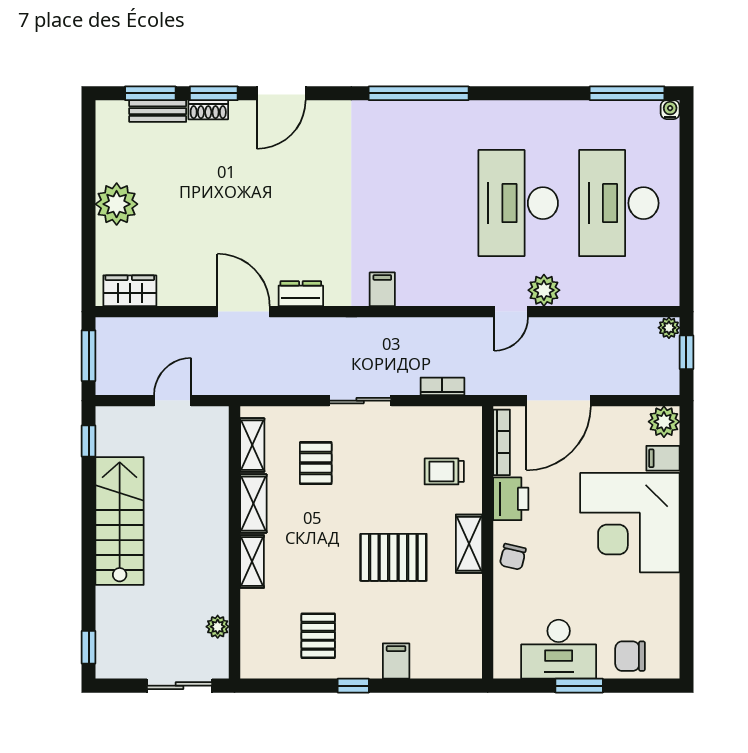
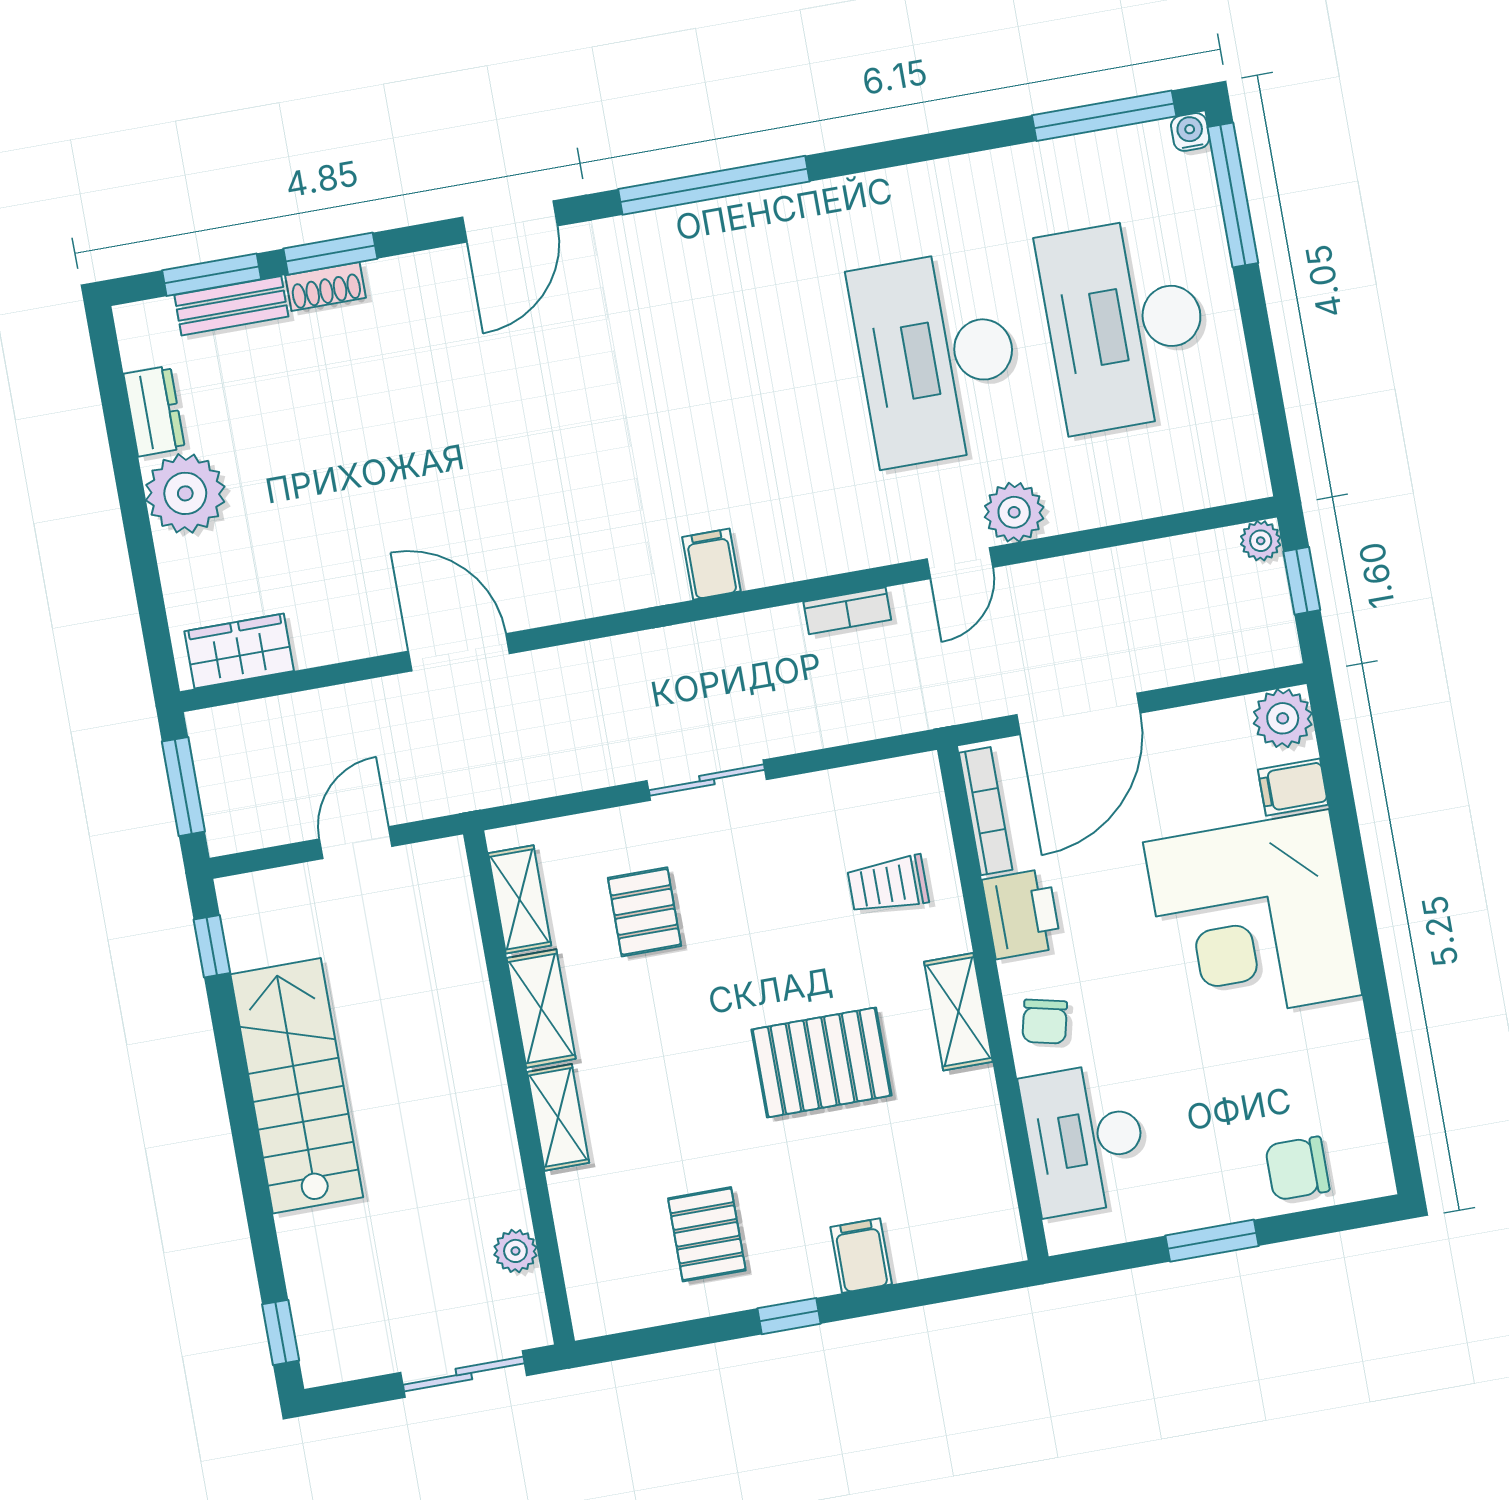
door: (281, 93) -> (510, 222), moved
window: (686, 146) -> (1233, 195), added
dresser: (301, 294) -> (154, 411), moved, turned 90
bookcase: (442, 386) -> (847, 611), moved, turned 180
desk: (559, 649) -> (1085, 1139), moved, turned 90

